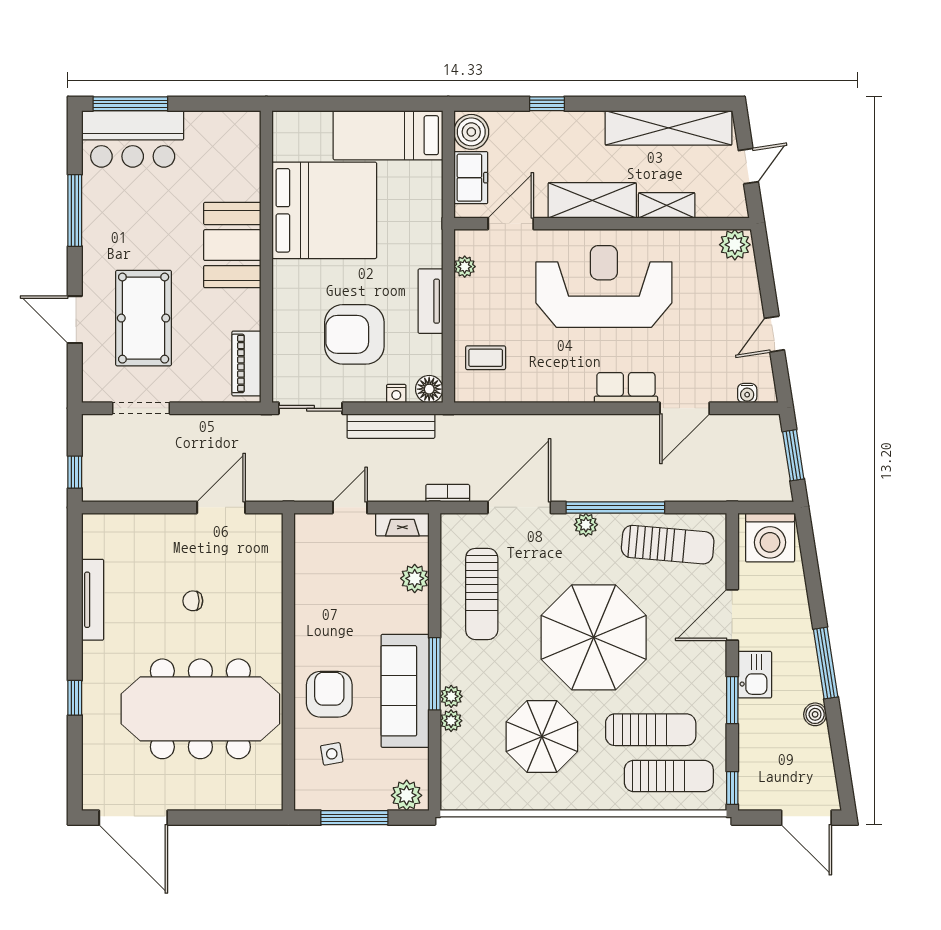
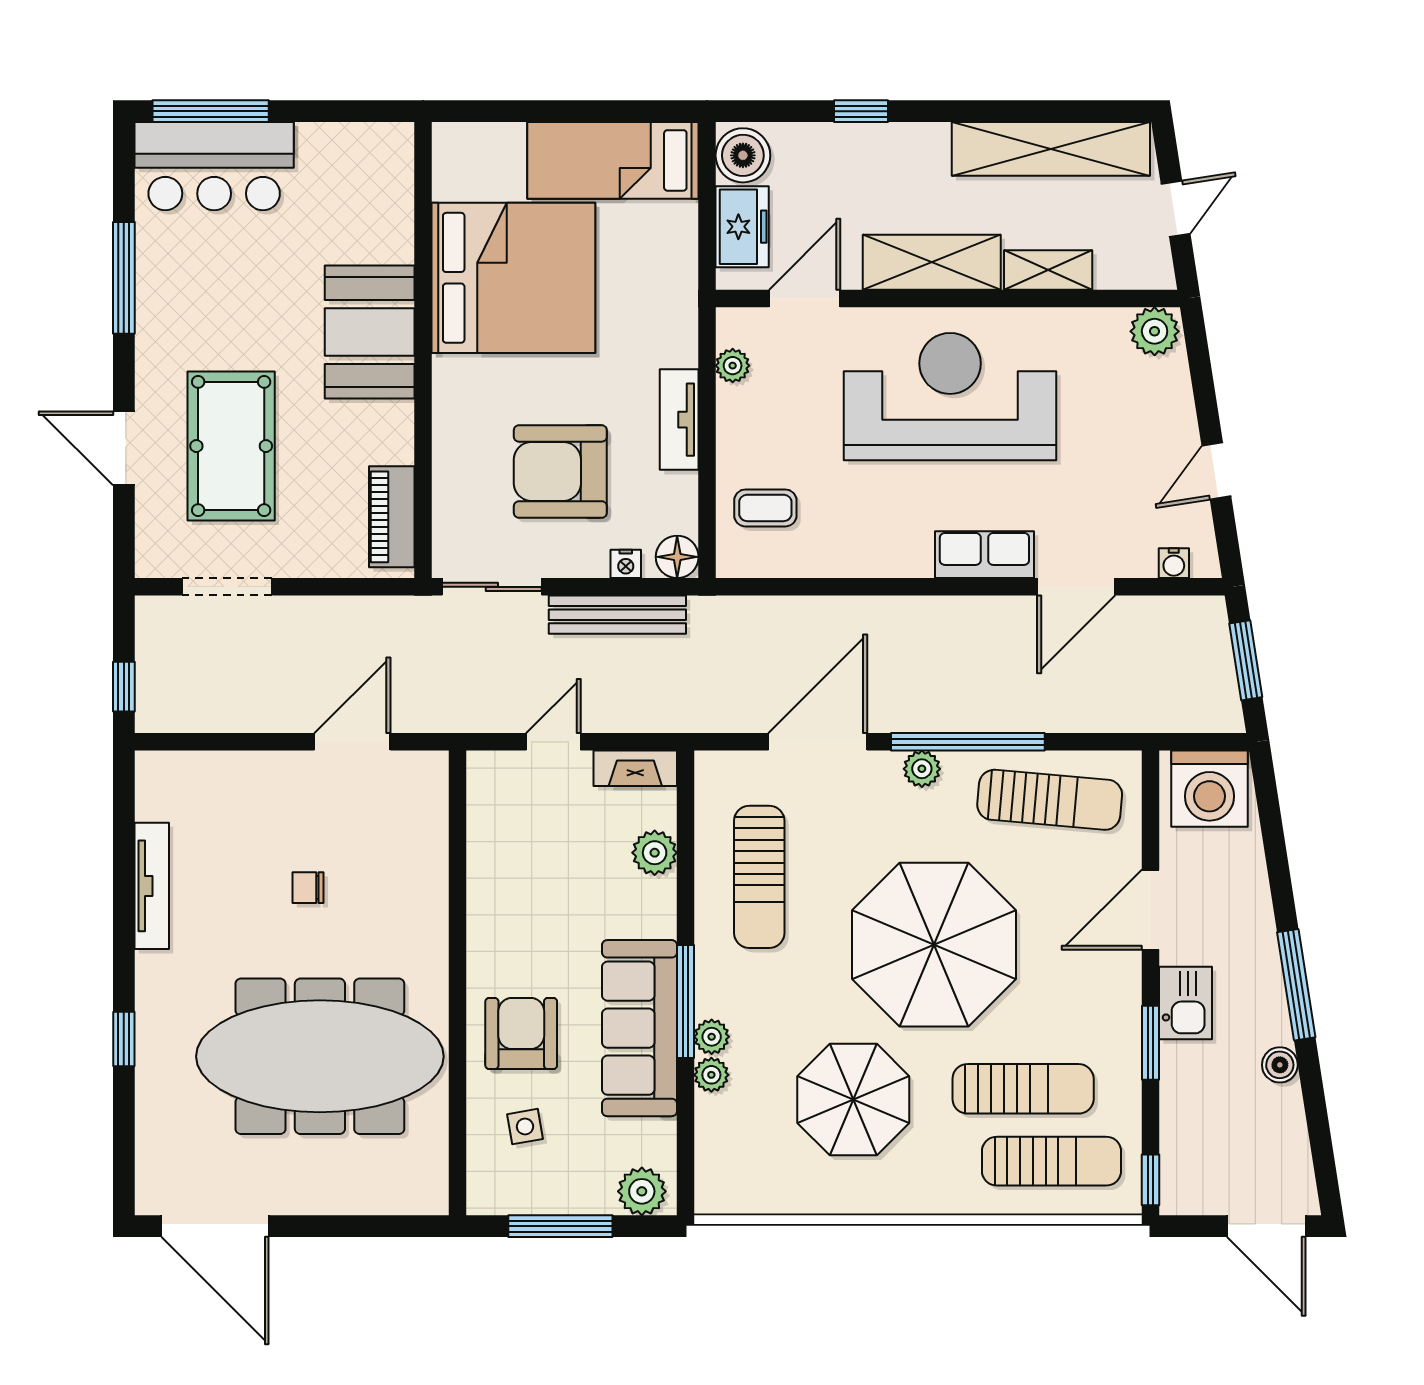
bookcase: (448, 493) -> (706, 720), removed

